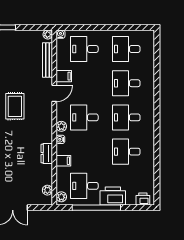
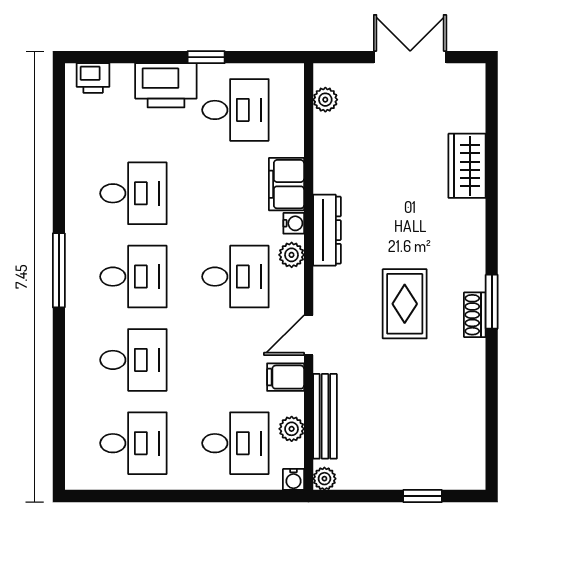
window: (157, 120) -> (59, 270), added
dresser: (47, 154) -> (327, 230), moved, width x1.44
filing cabinet: (63, 161) -> (286, 184), width x2.00
plant: (61, 197) -> (292, 429), moved
window: (96, 208) -> (206, 57), width x0.32

